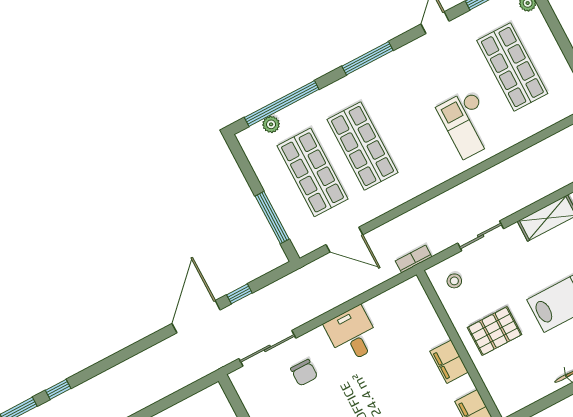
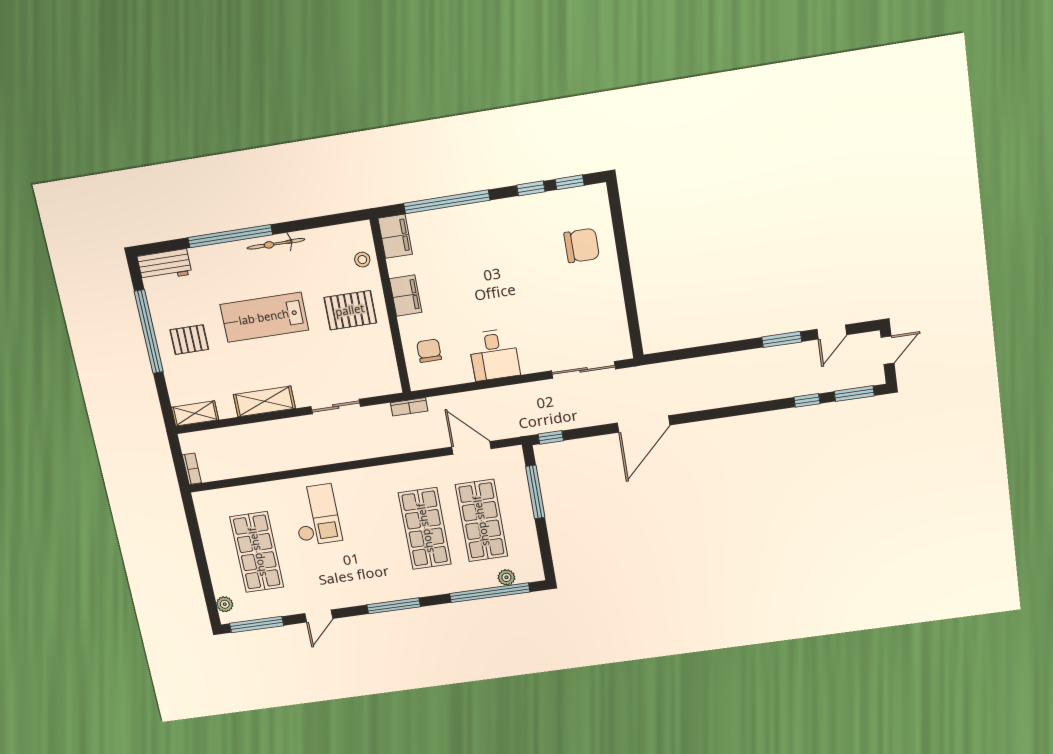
stool: (454, 281) -> (362, 260), moved
window: (239, 294) -> (551, 437), moved
chair: (304, 373) -> (429, 351), moved

